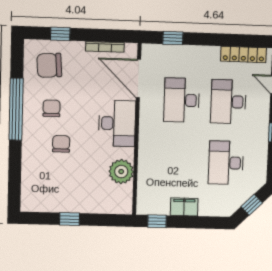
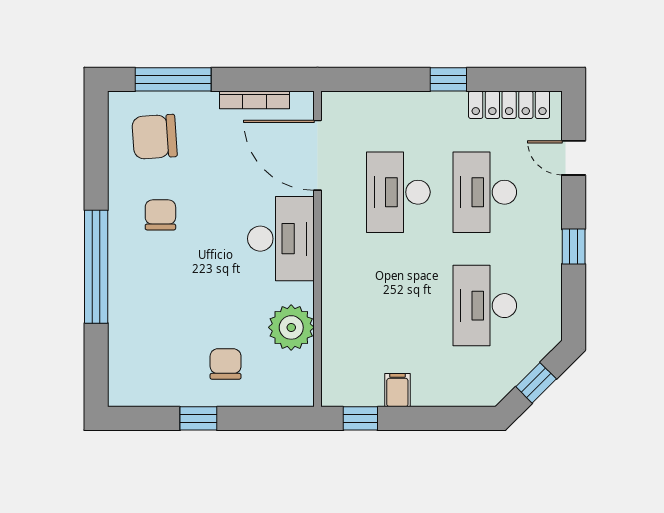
window: (60, 34) -> (173, 79), width x2.17
window: (173, 38) -> (448, 79), moved
window: (16, 109) -> (96, 267), moved
chair: (61, 144) -> (226, 364), moved
filing cabinet: (184, 207) -> (397, 390), width x0.50

